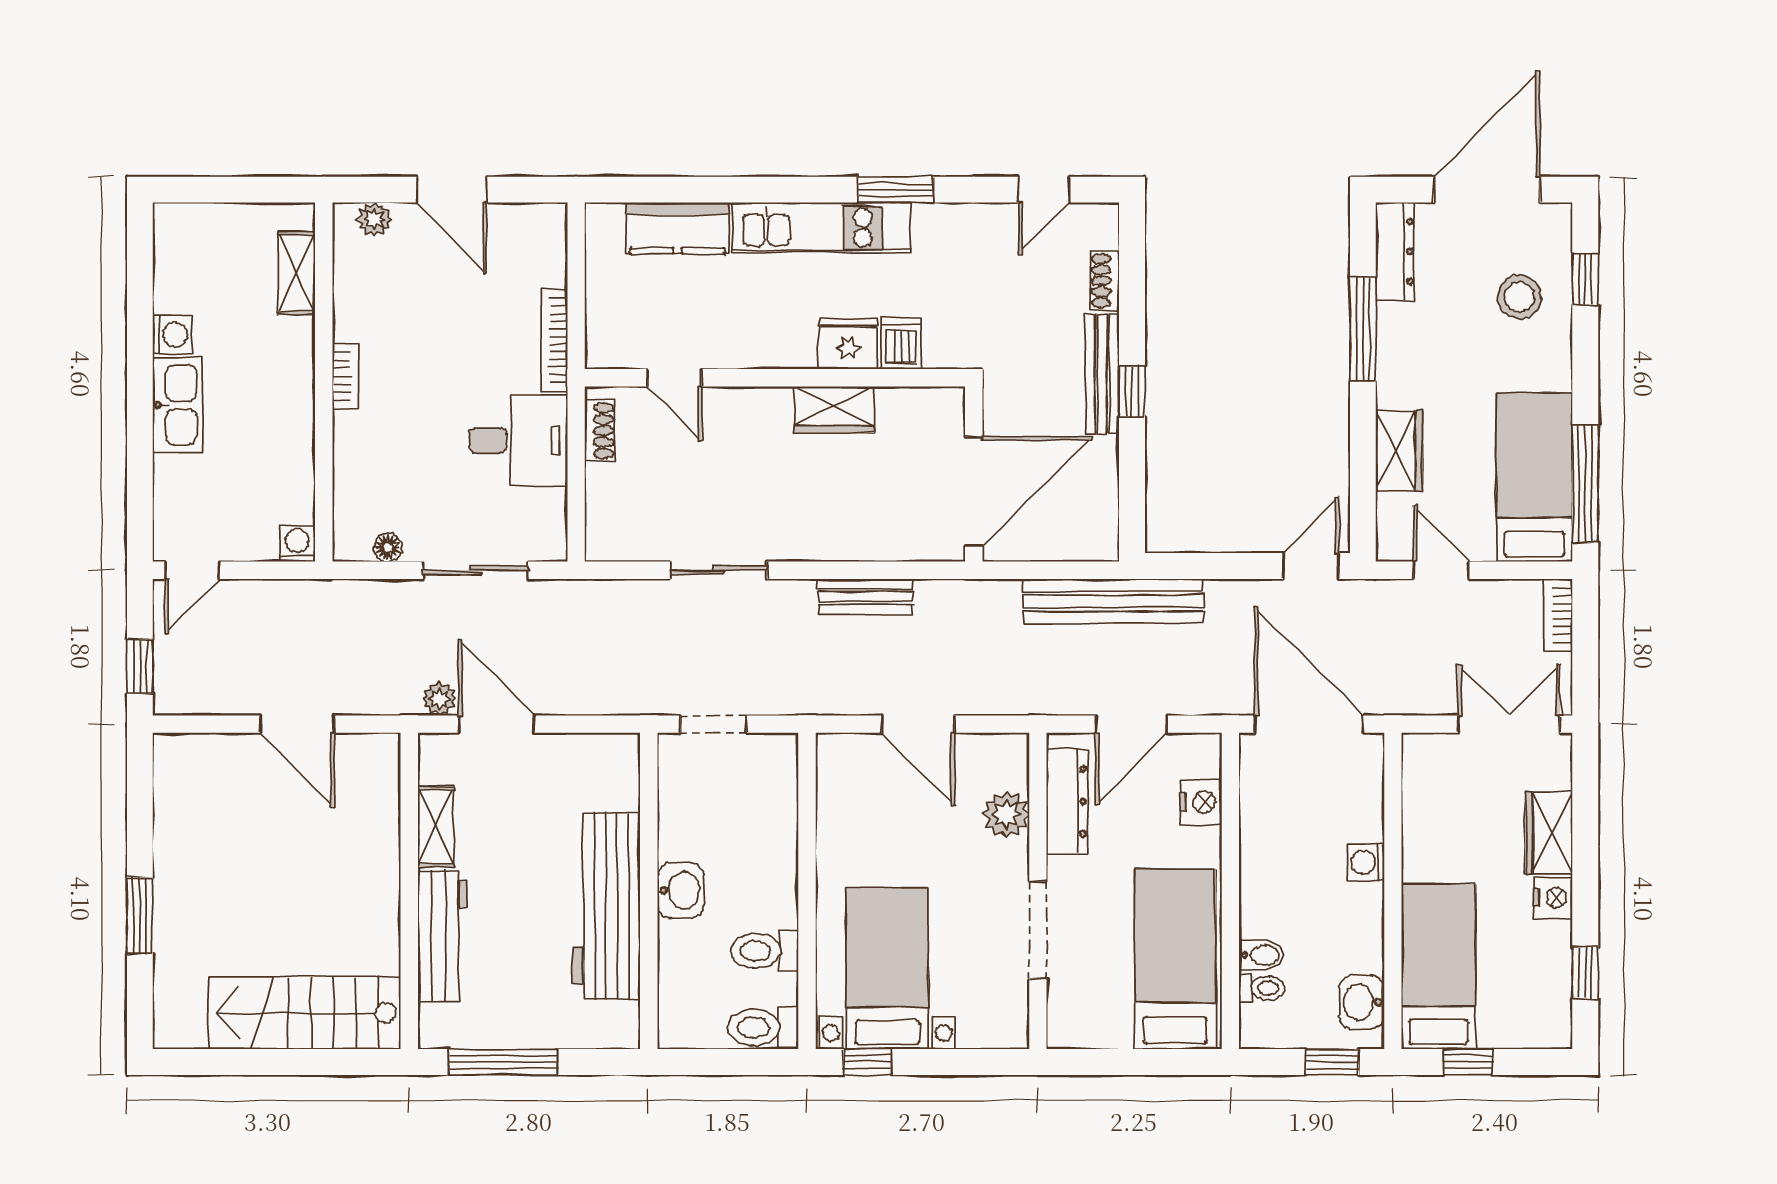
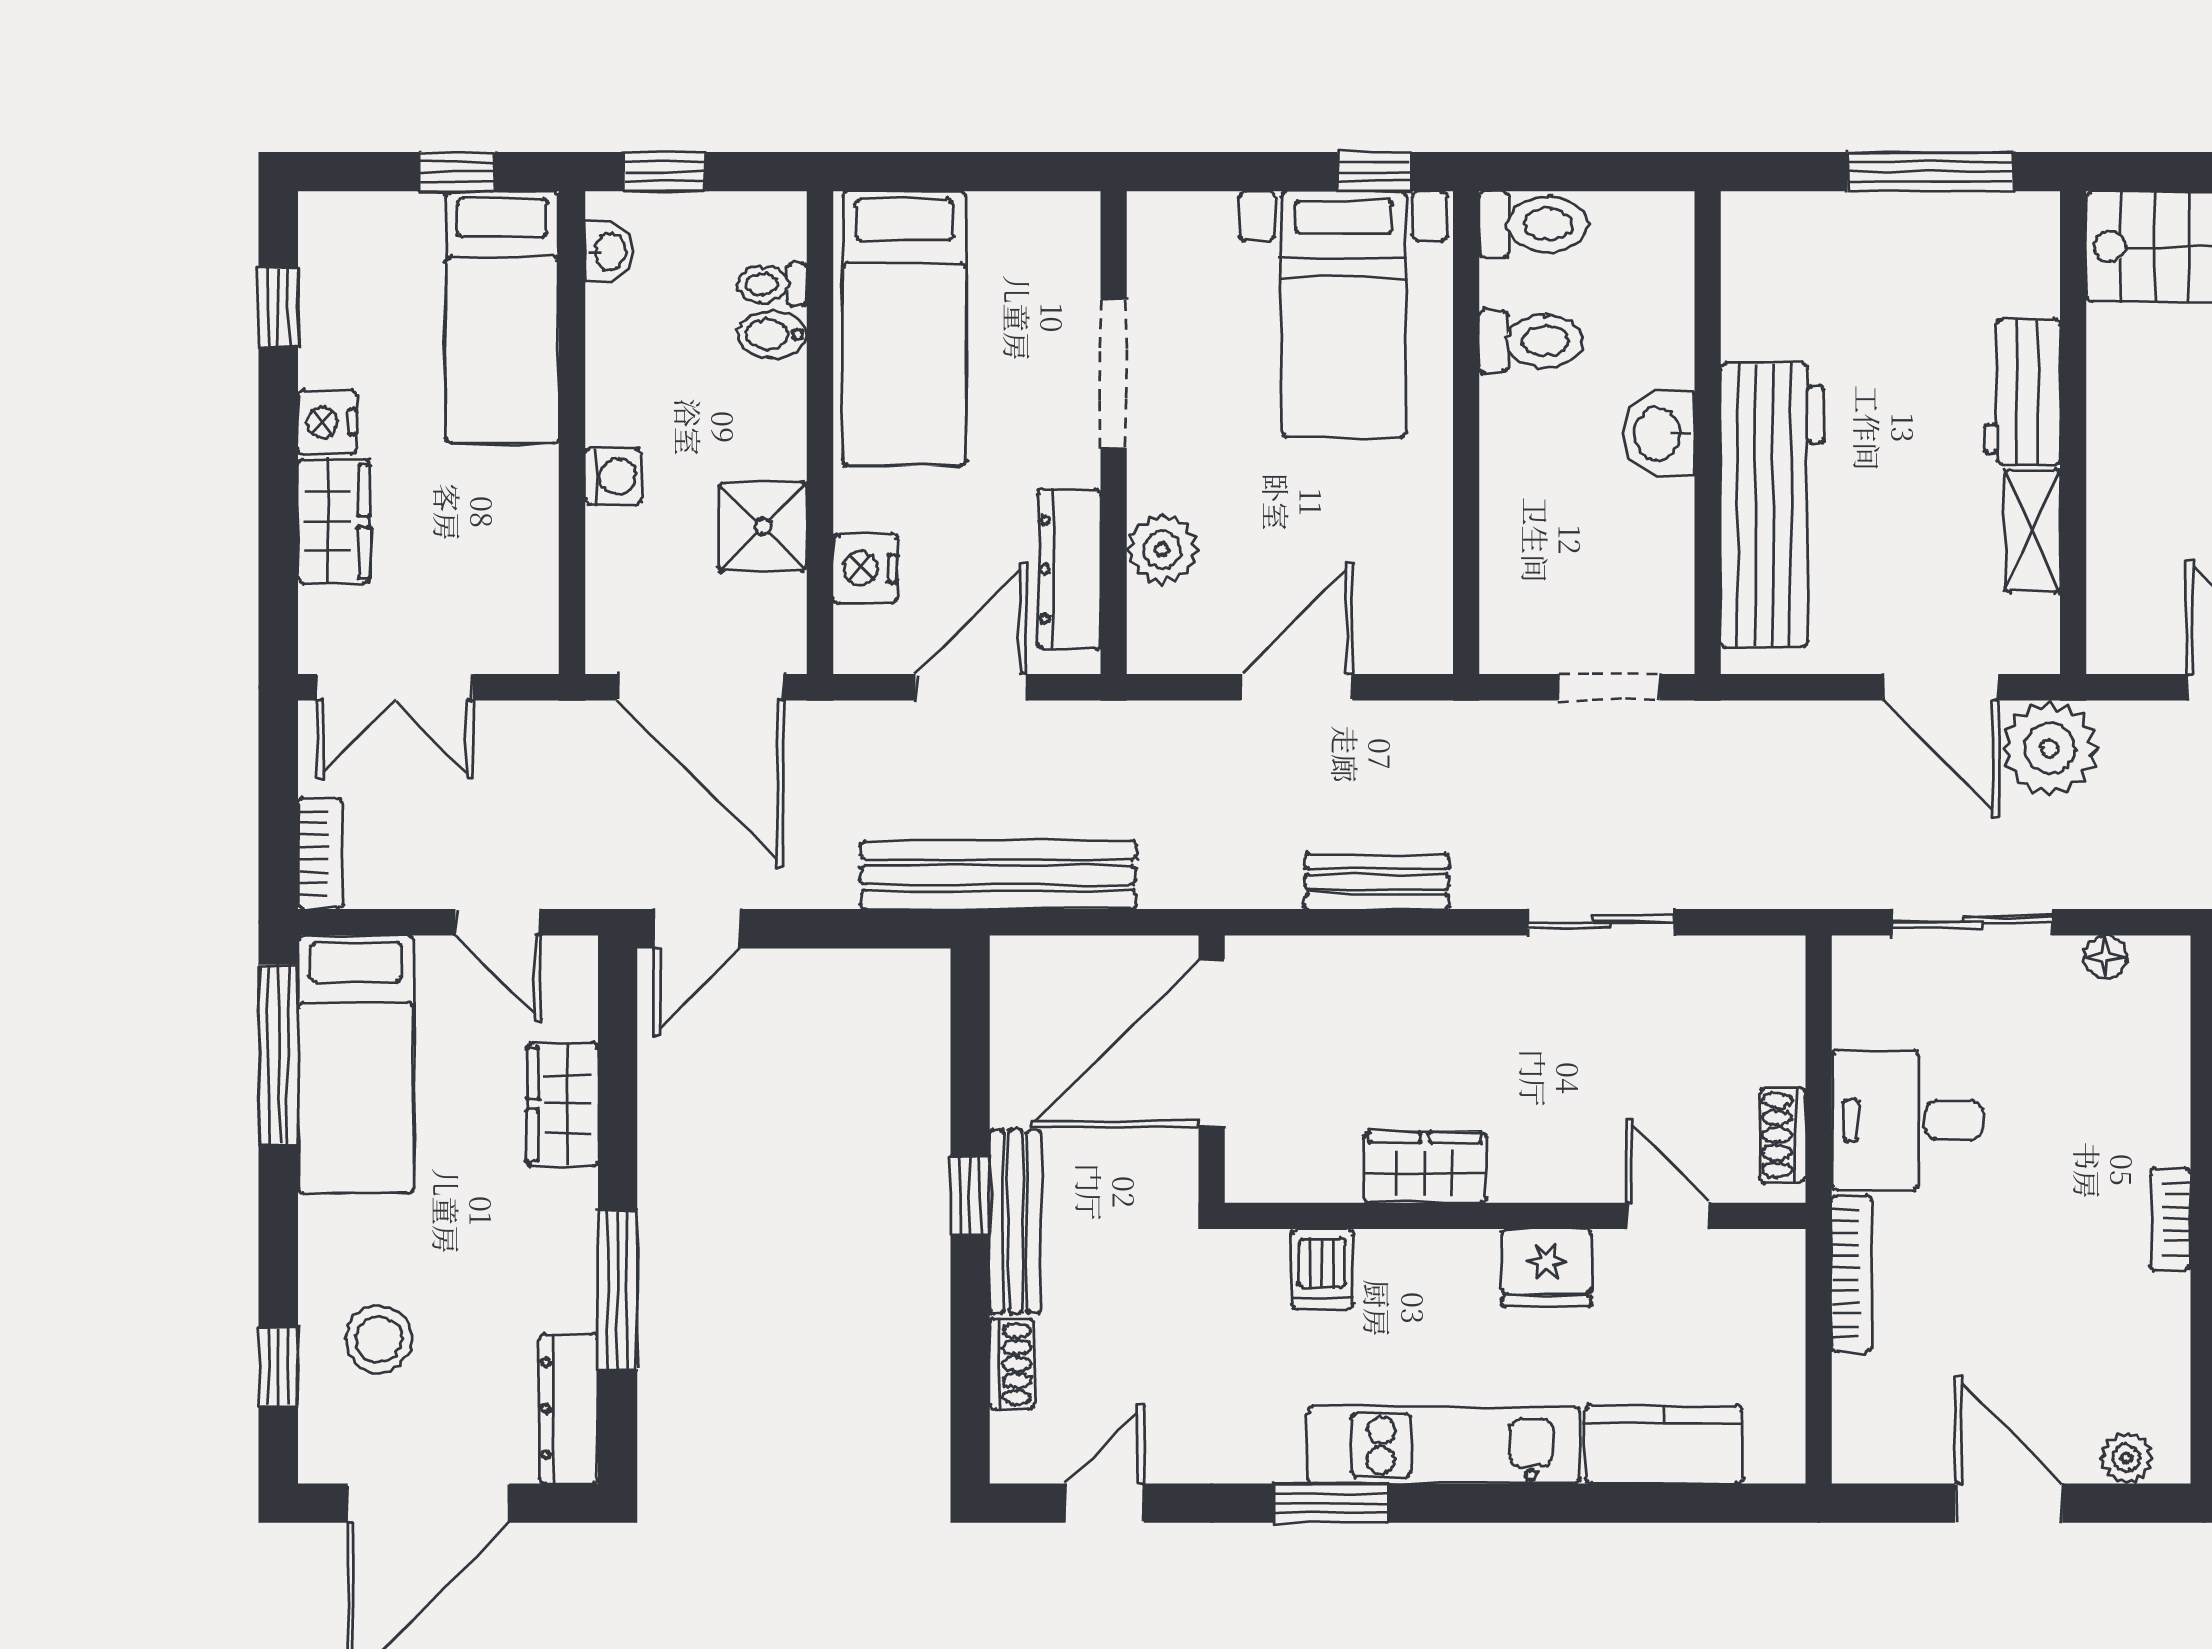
fridge: (848, 344) -> (1547, 1268), moved
plant: (439, 699) -> (2050, 748), width x1.88, depth x1.88
door: (918, 724) -> (1297, 687), hinge flipped
shower: (1268, 829) -> (763, 527), added
workbench: (606, 906) -> (1772, 505), moved
workbench: (443, 936) -> (2022, 392), width x0.73
washbasin: (1362, 1002) -> (609, 252), width x0.72, depth x0.69

